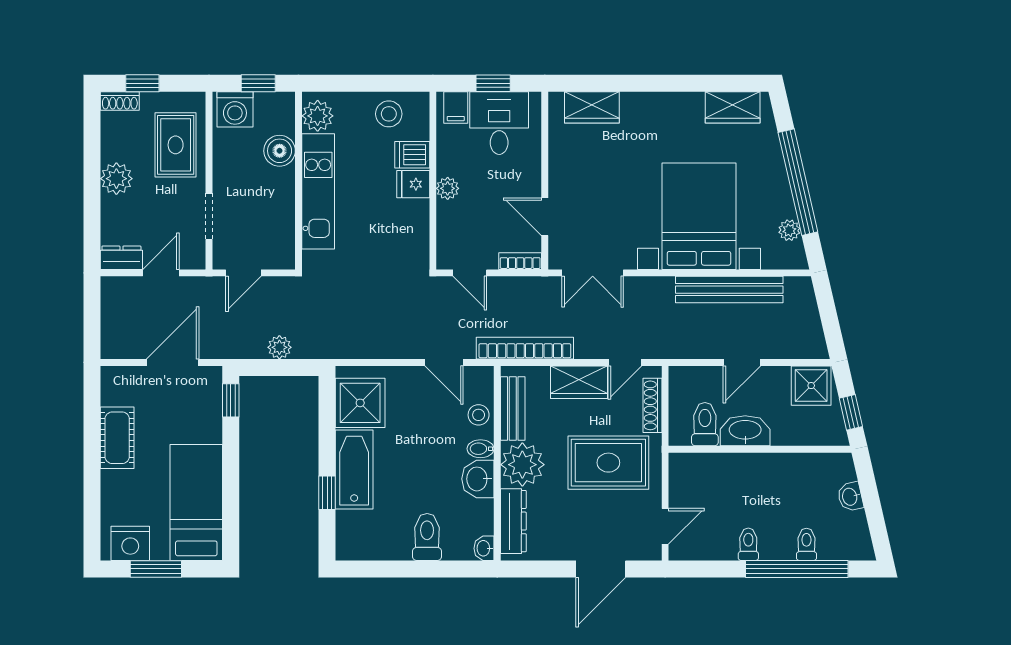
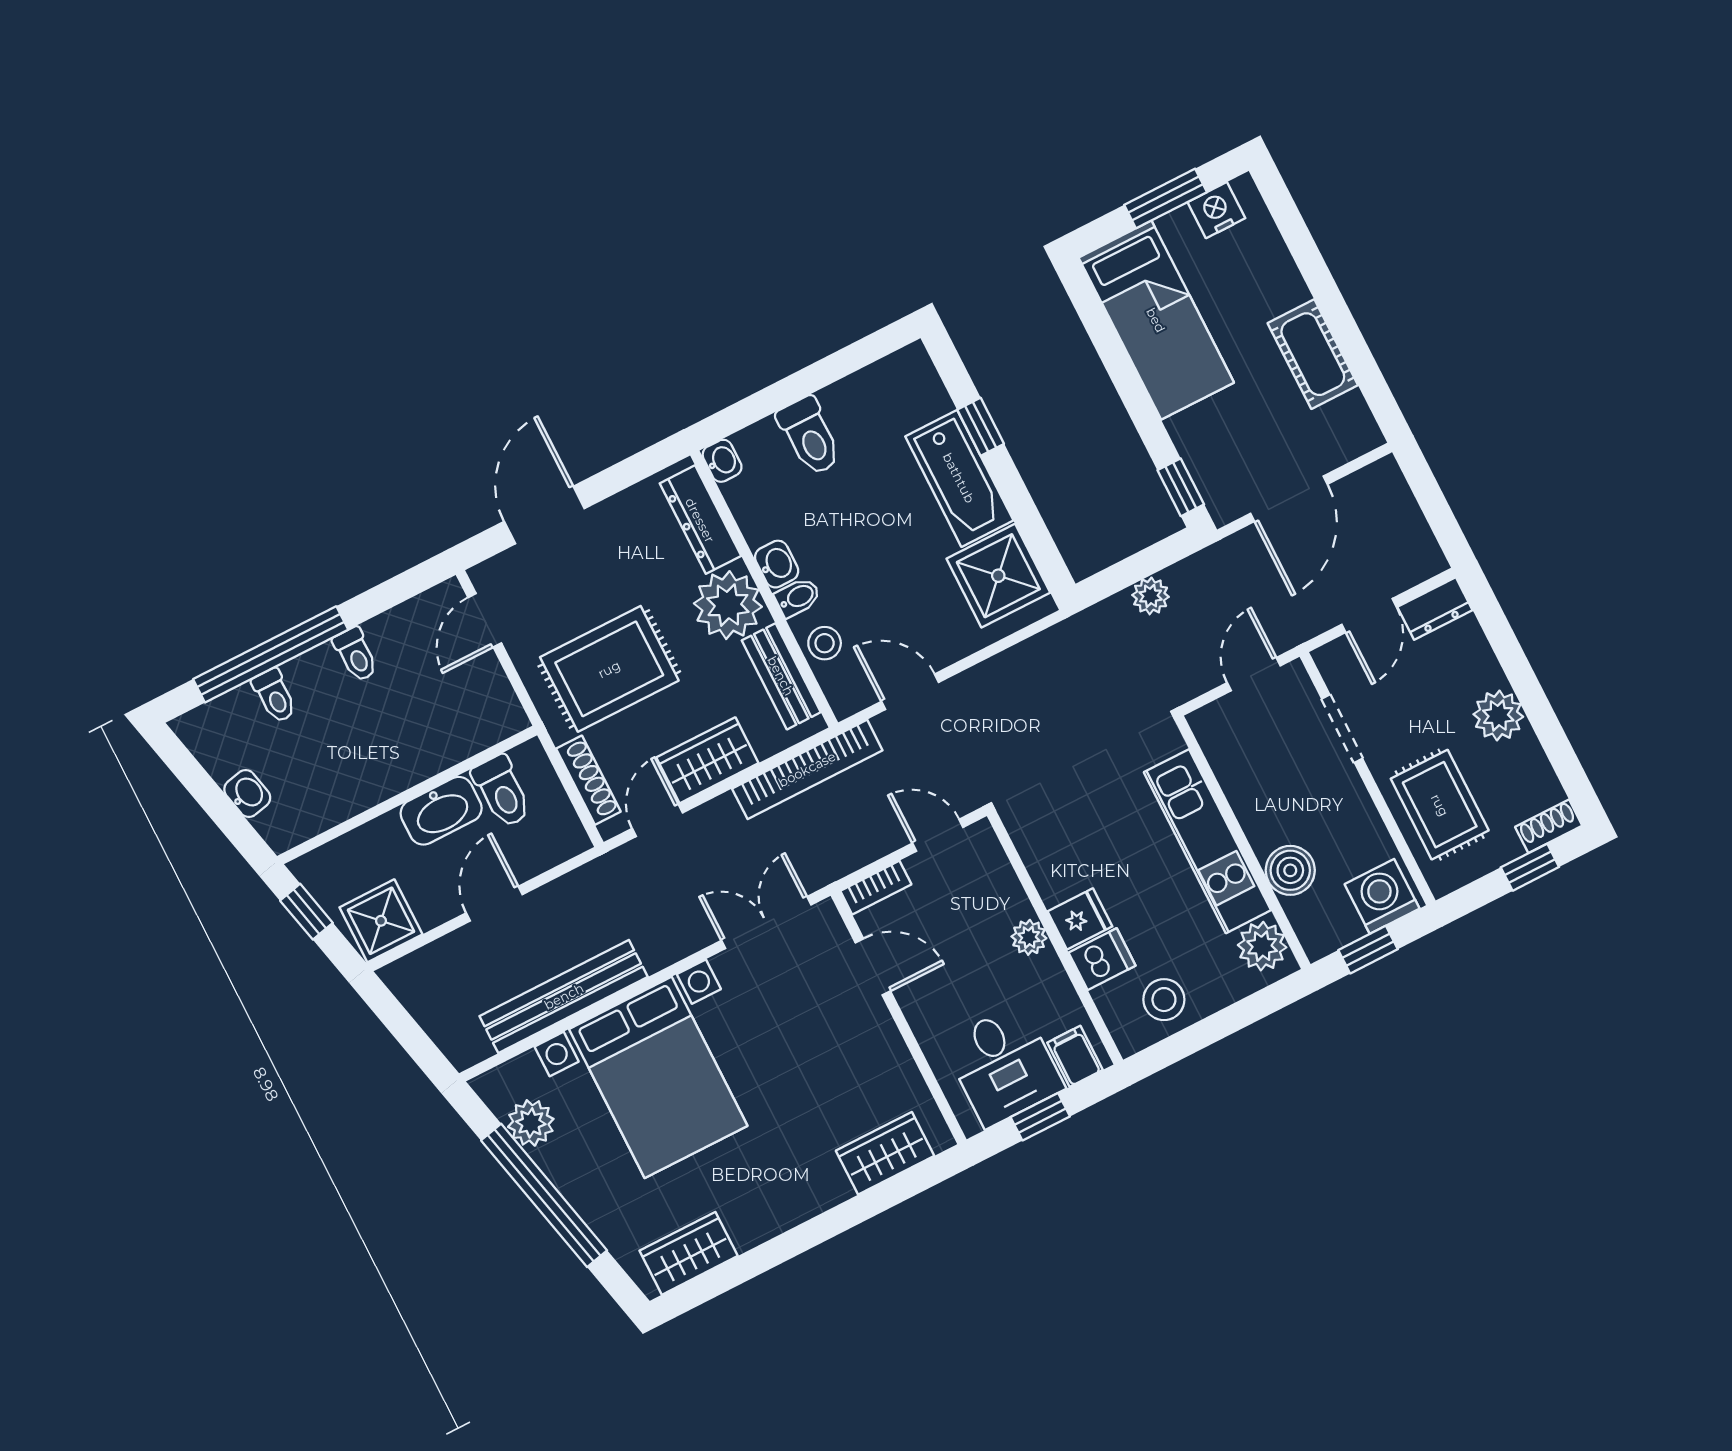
plant: (789, 230) -> (531, 1123), width x1.38, depth x1.38
washbasin: (478, 479) -> (777, 564), width x0.72, depth x0.69
nightstand: (130, 543) -> (1216, 210), width x0.74, depth x0.75

